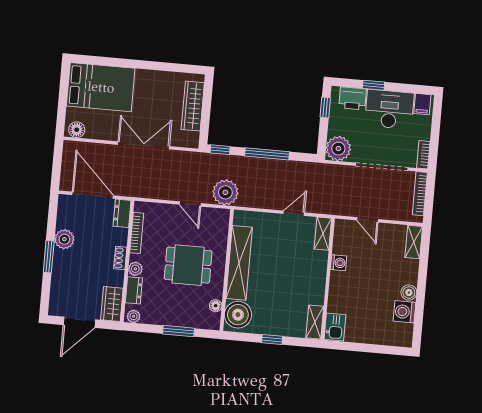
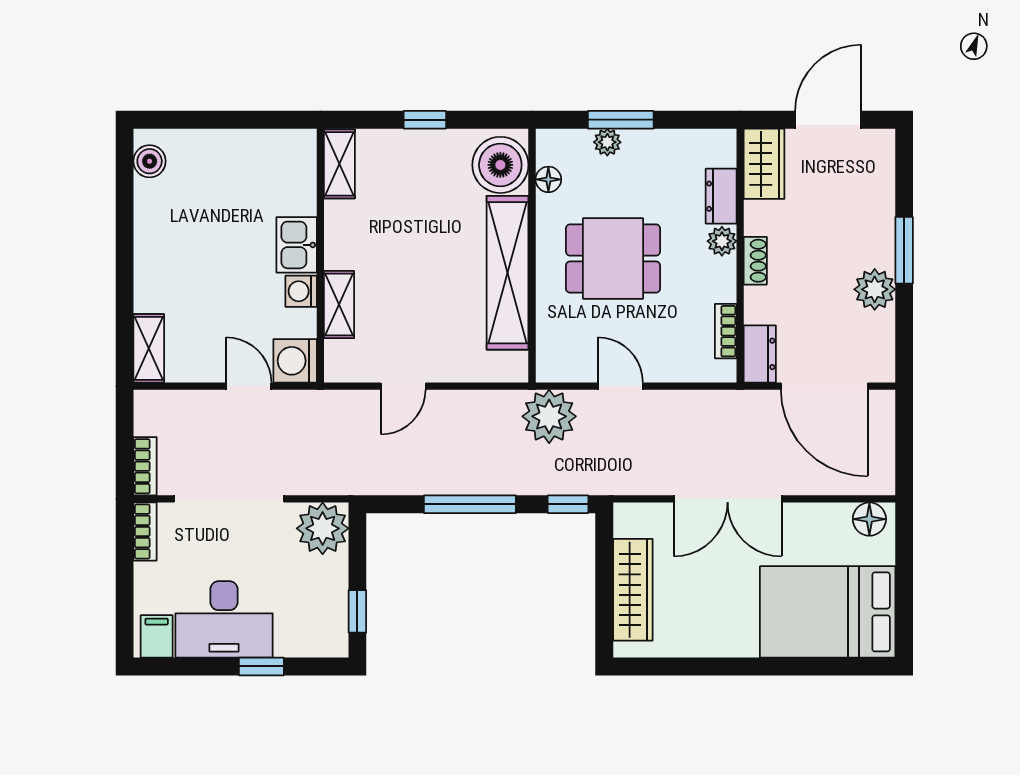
printer: (353, 98) -> (302, 635), removed
bookcase: (420, 194) -> (145, 466), width x0.64
bookcase: (137, 233) -> (726, 331), width x0.64
shelving: (323, 234) -> (339, 305), moved
boiler: (409, 293) -> (150, 161), moved
washing machine: (404, 312) -> (295, 361), moved, turned 180
plant: (134, 316) -> (607, 142), moved
kitchen sink: (335, 327) -> (297, 245), moved

